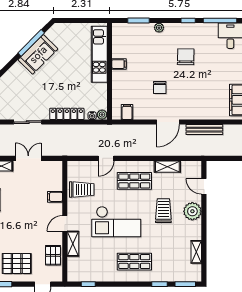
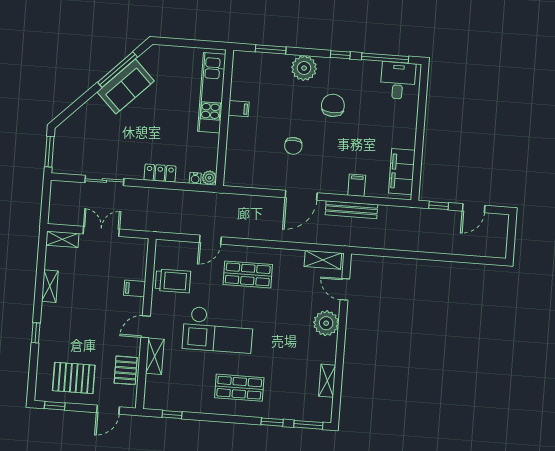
plant: (159, 28) -> (304, 68), width x1.88, depth x1.88
filing cabinet: (127, 112) -> (357, 185), moved
locker: (67, 114) -> (160, 173), width x0.66
shelving: (167, 167) -> (323, 260), moved
trolley: (163, 211) -> (285, 319), removed

